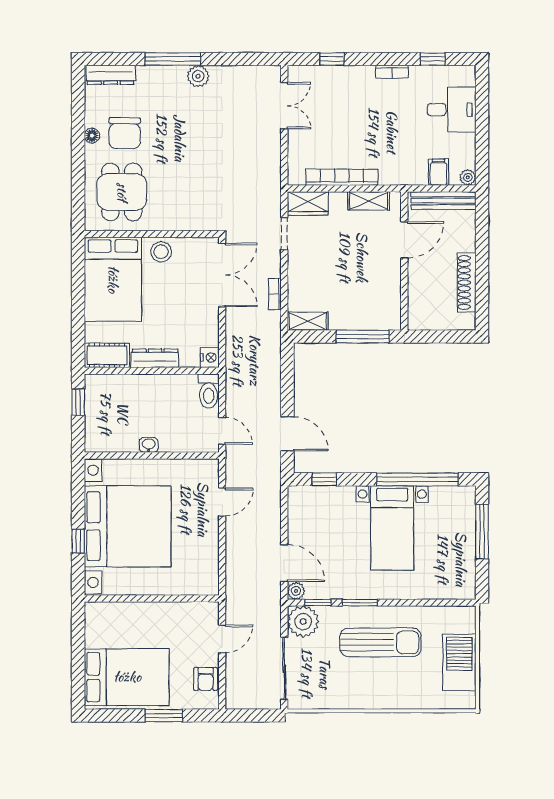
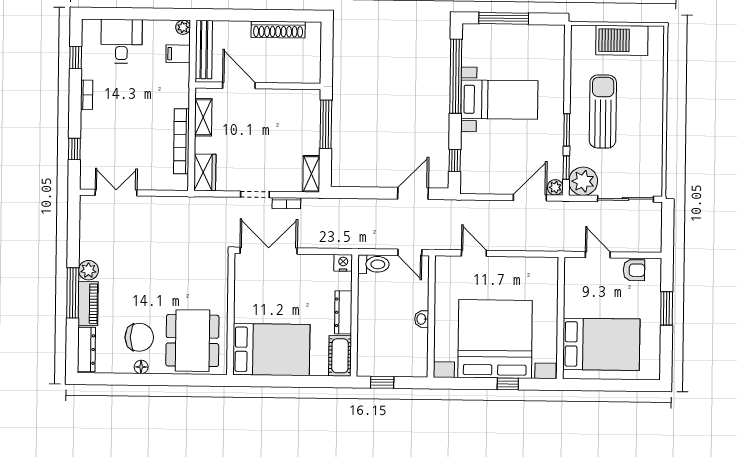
piano: (161, 76) -> (88, 304), added
dining table: (122, 192) -> (192, 341), width x1.38
doorway: (284, 234) -> (255, 194), moved
stool: (161, 252) -> (247, 306), removed
door: (222, 431) -> (410, 252), swing flipped
bed: (127, 677) -> (601, 344), moved, turned 90

